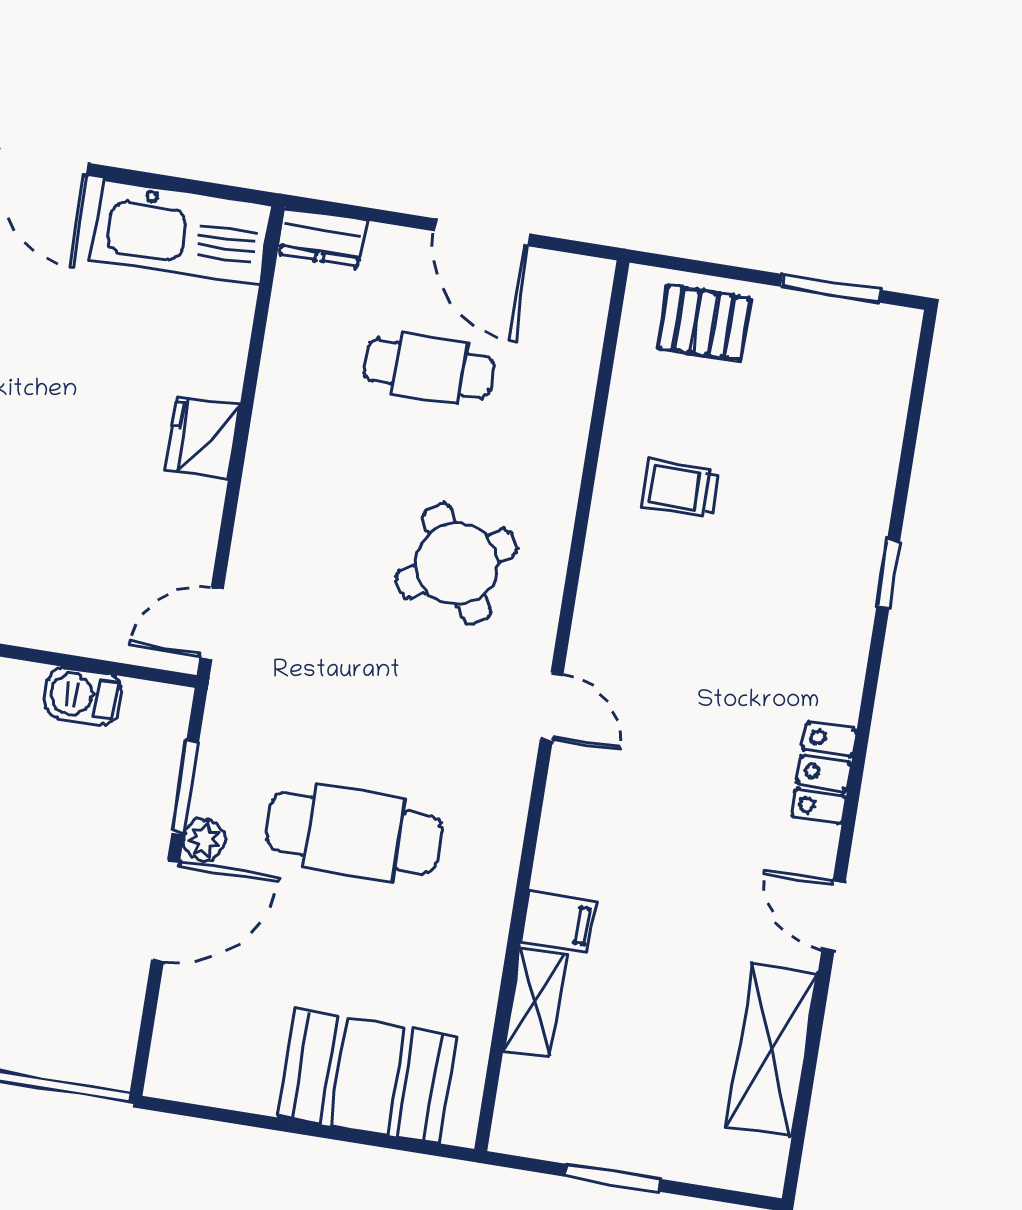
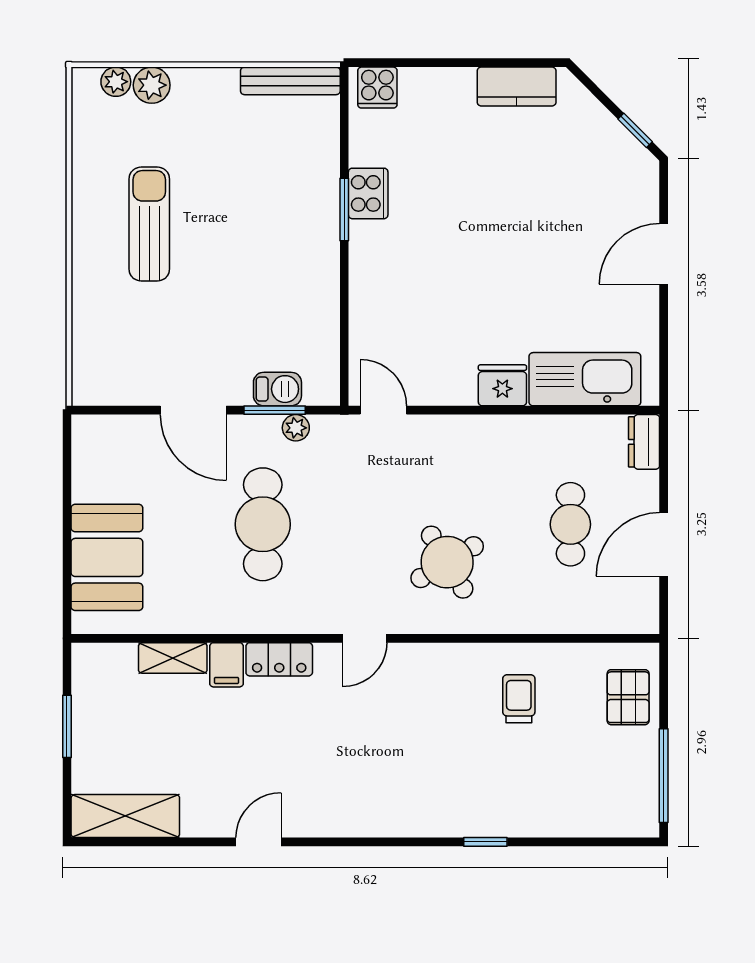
kitchen sink: (181, 232) -> (585, 379), moved, turned 90
window: (831, 288) -> (664, 776), width x1.44
barbecue: (83, 696) -> (277, 389), moved, turned 90
locker: (824, 773) -> (279, 659), moved, turned 180
plant: (204, 840) -> (296, 428), moved
shelving: (772, 1050) -> (125, 816), moved

